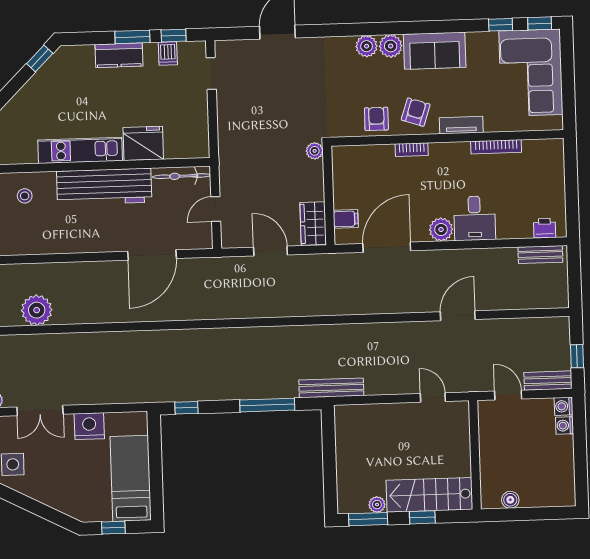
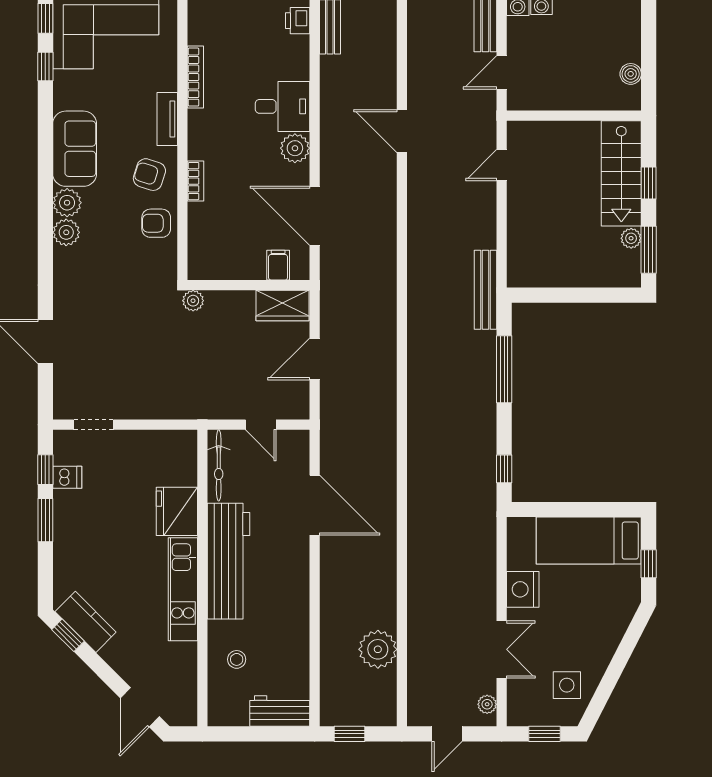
kitchen counter: (119, 55) -> (86, 622), moved, turned -45

